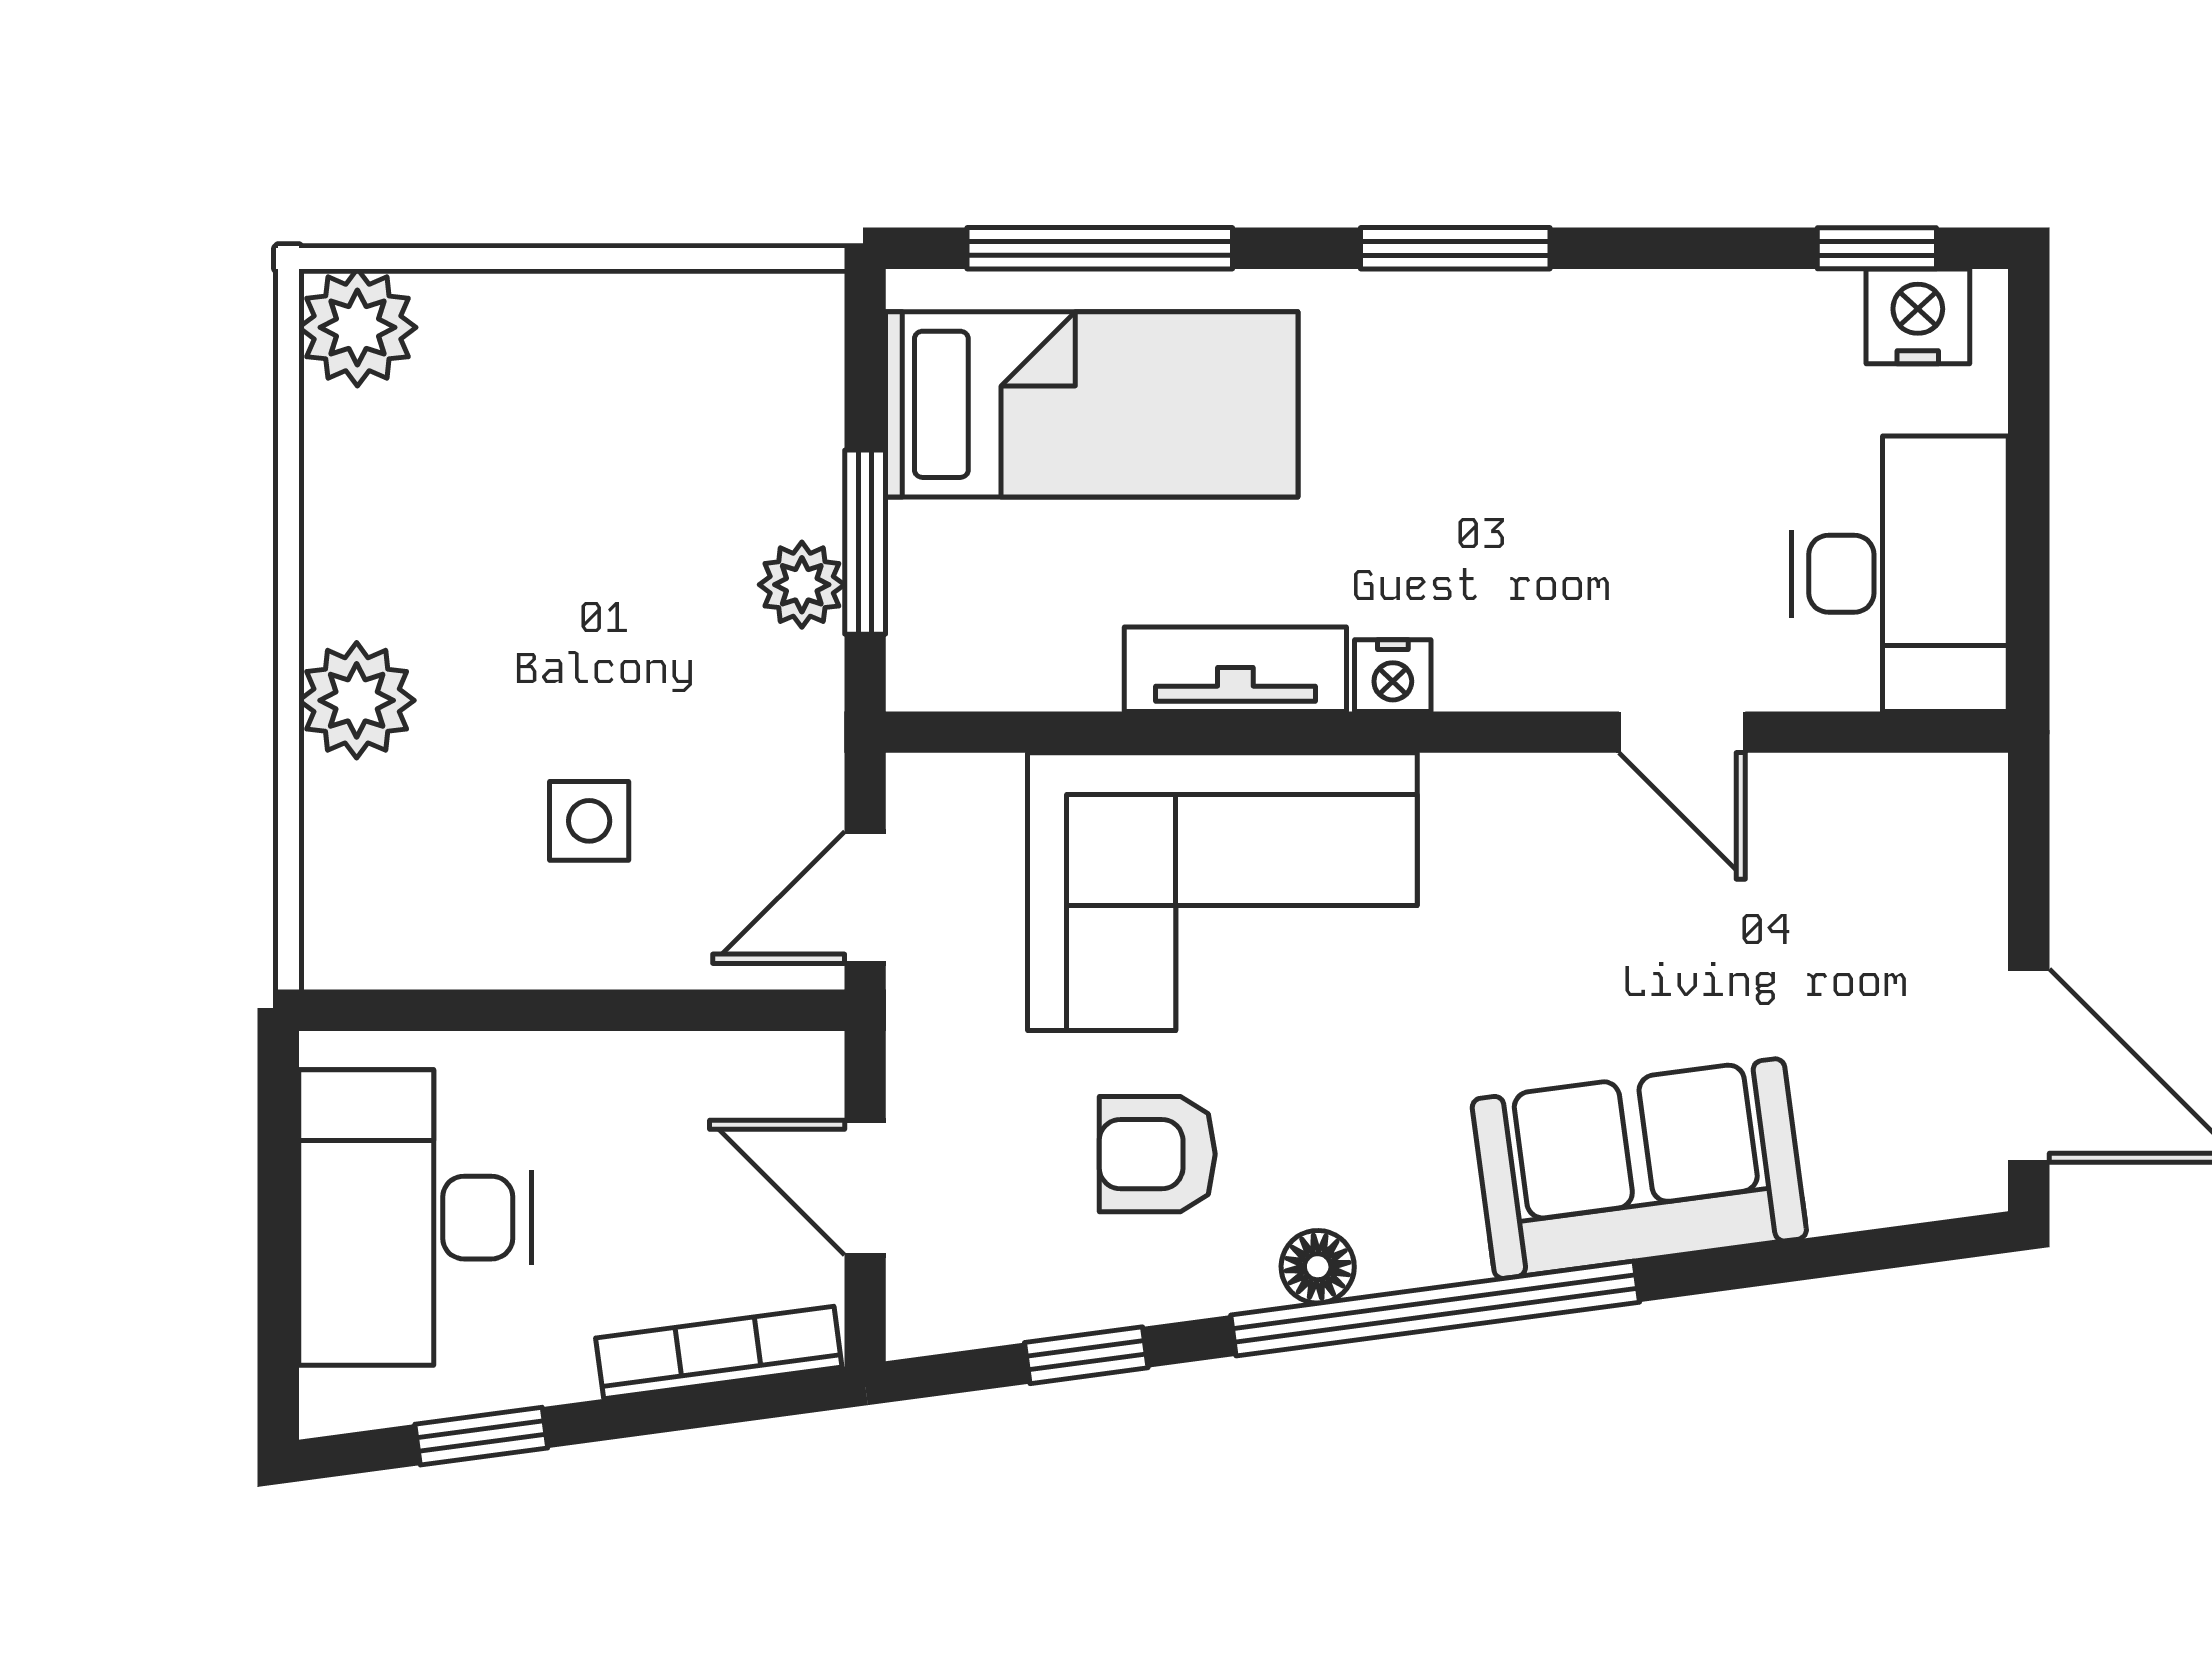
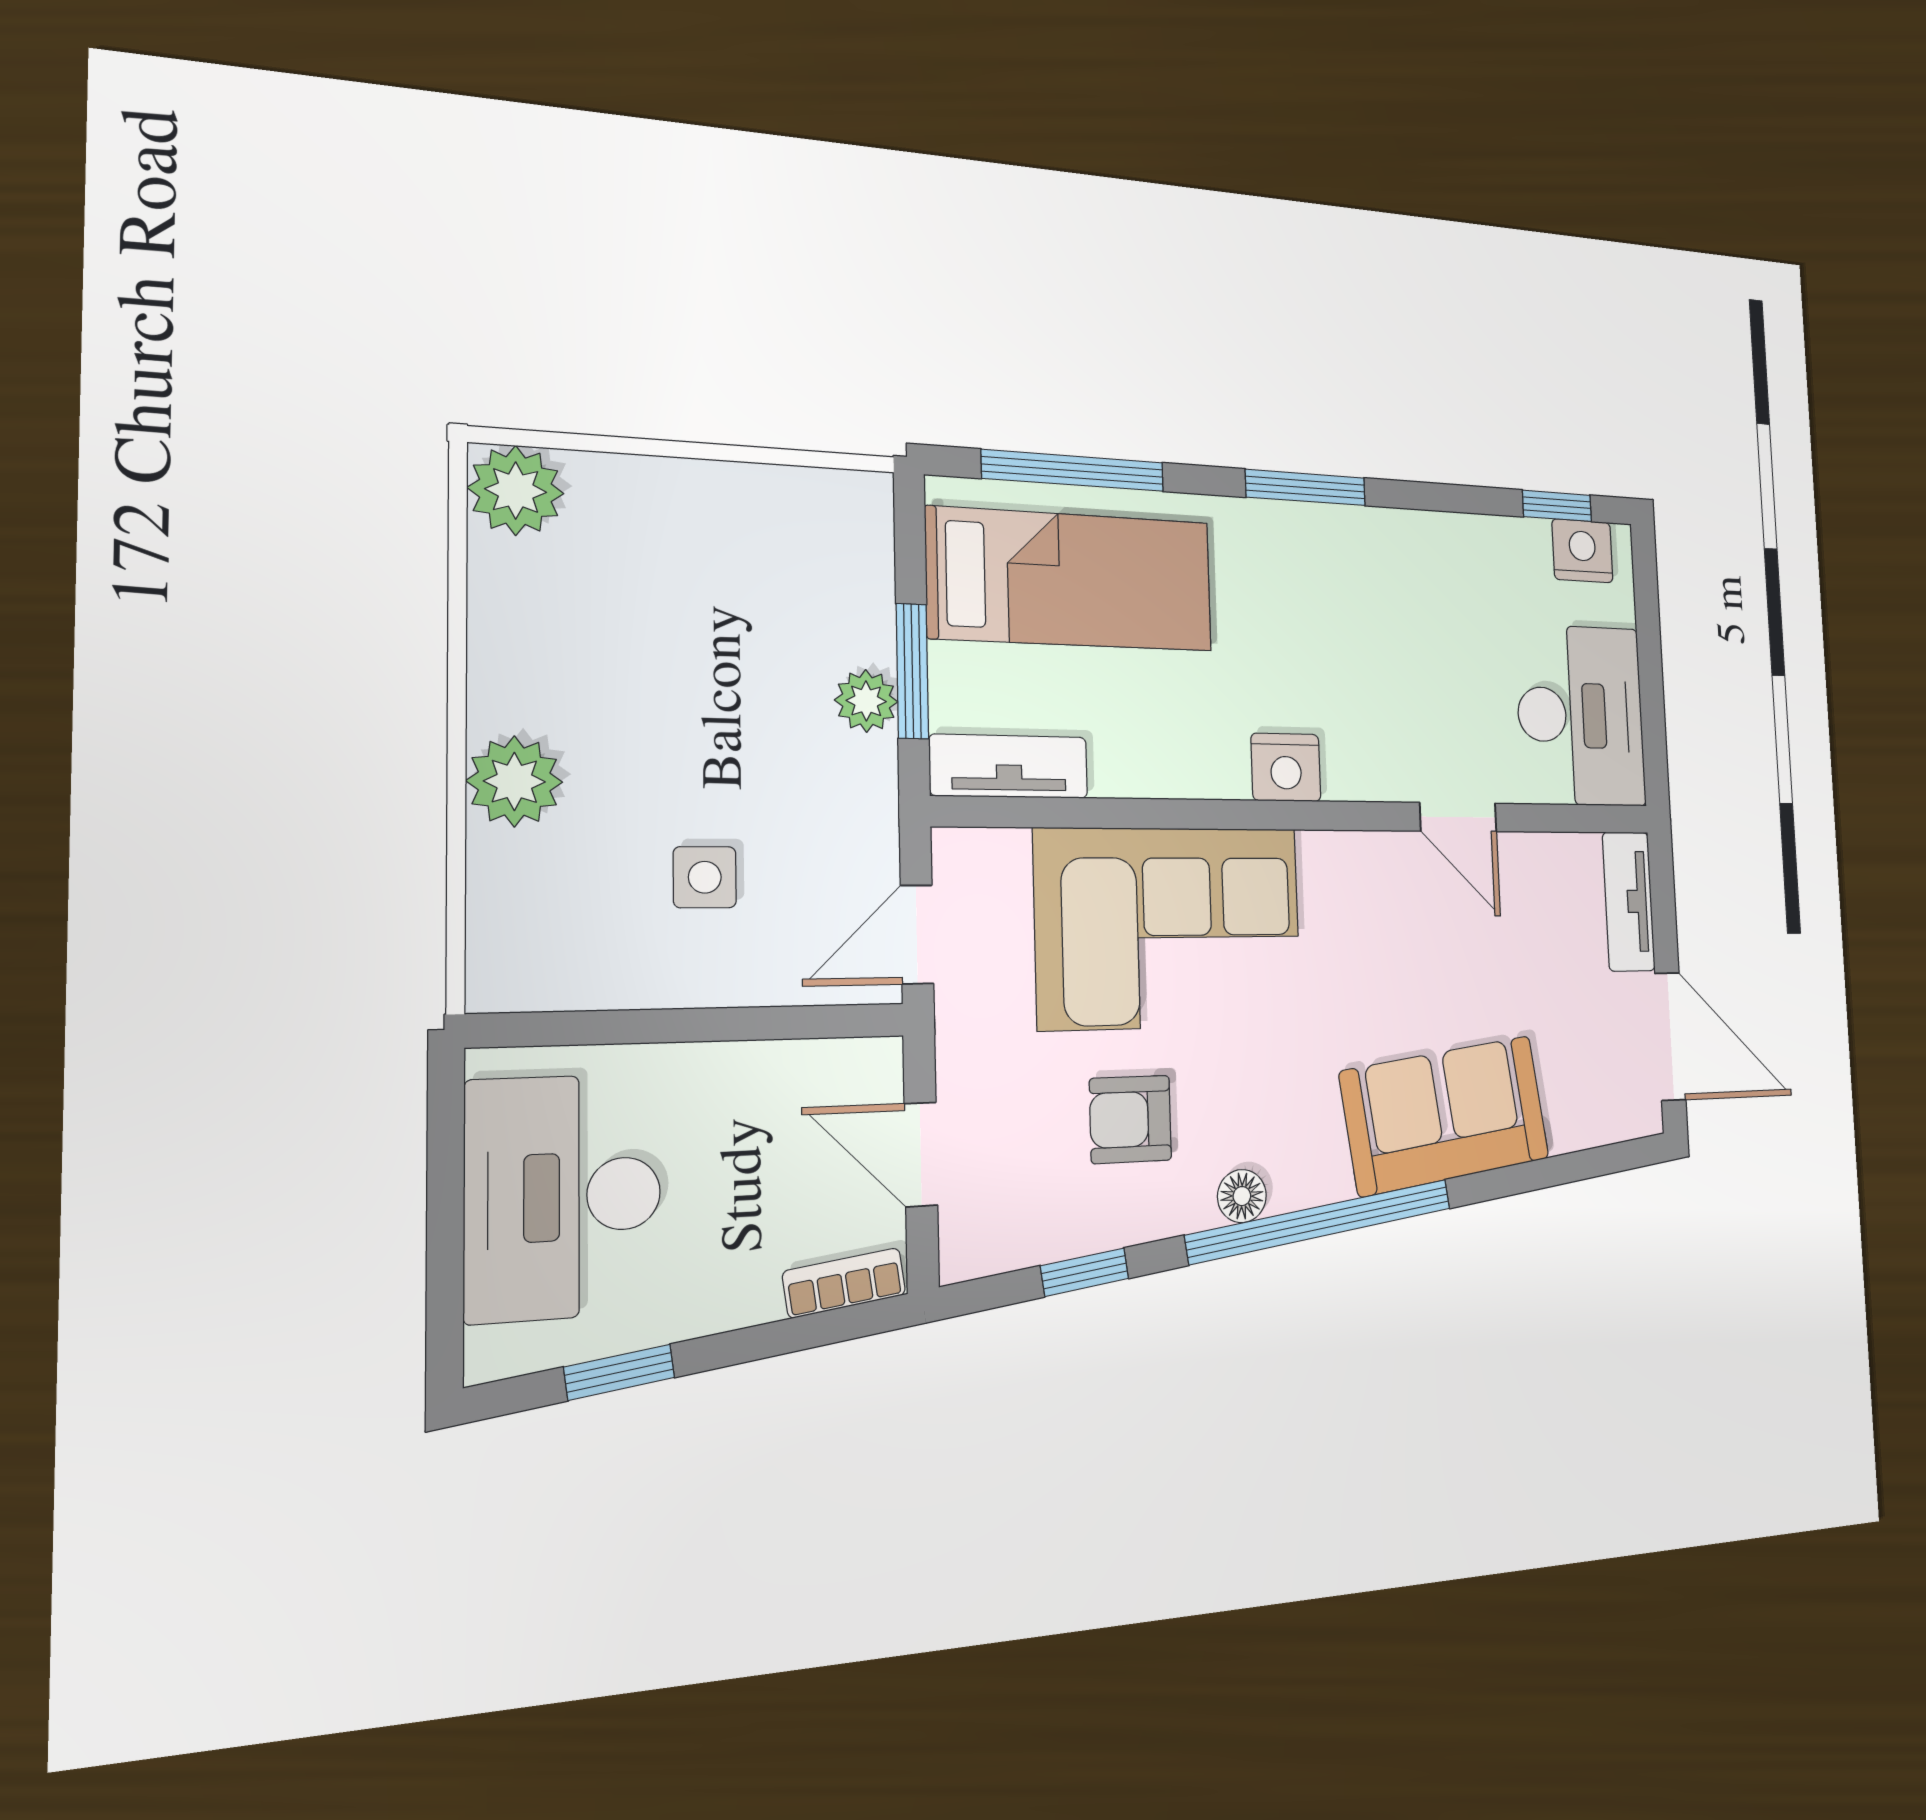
tv unit: (1235, 669) -> (1009, 766), moved
nightstand: (1393, 676) -> (1286, 767), width x1.39, depth x1.35
tv unit: (1968, 859) -> (1629, 901), added
bookcase: (719, 1353) -> (844, 1283), width x0.64

